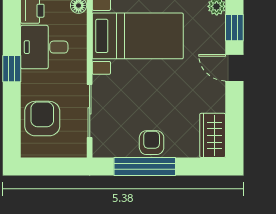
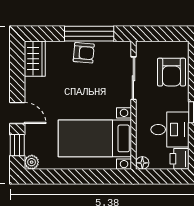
armchair: (152, 143) -> (84, 53), turned -85

